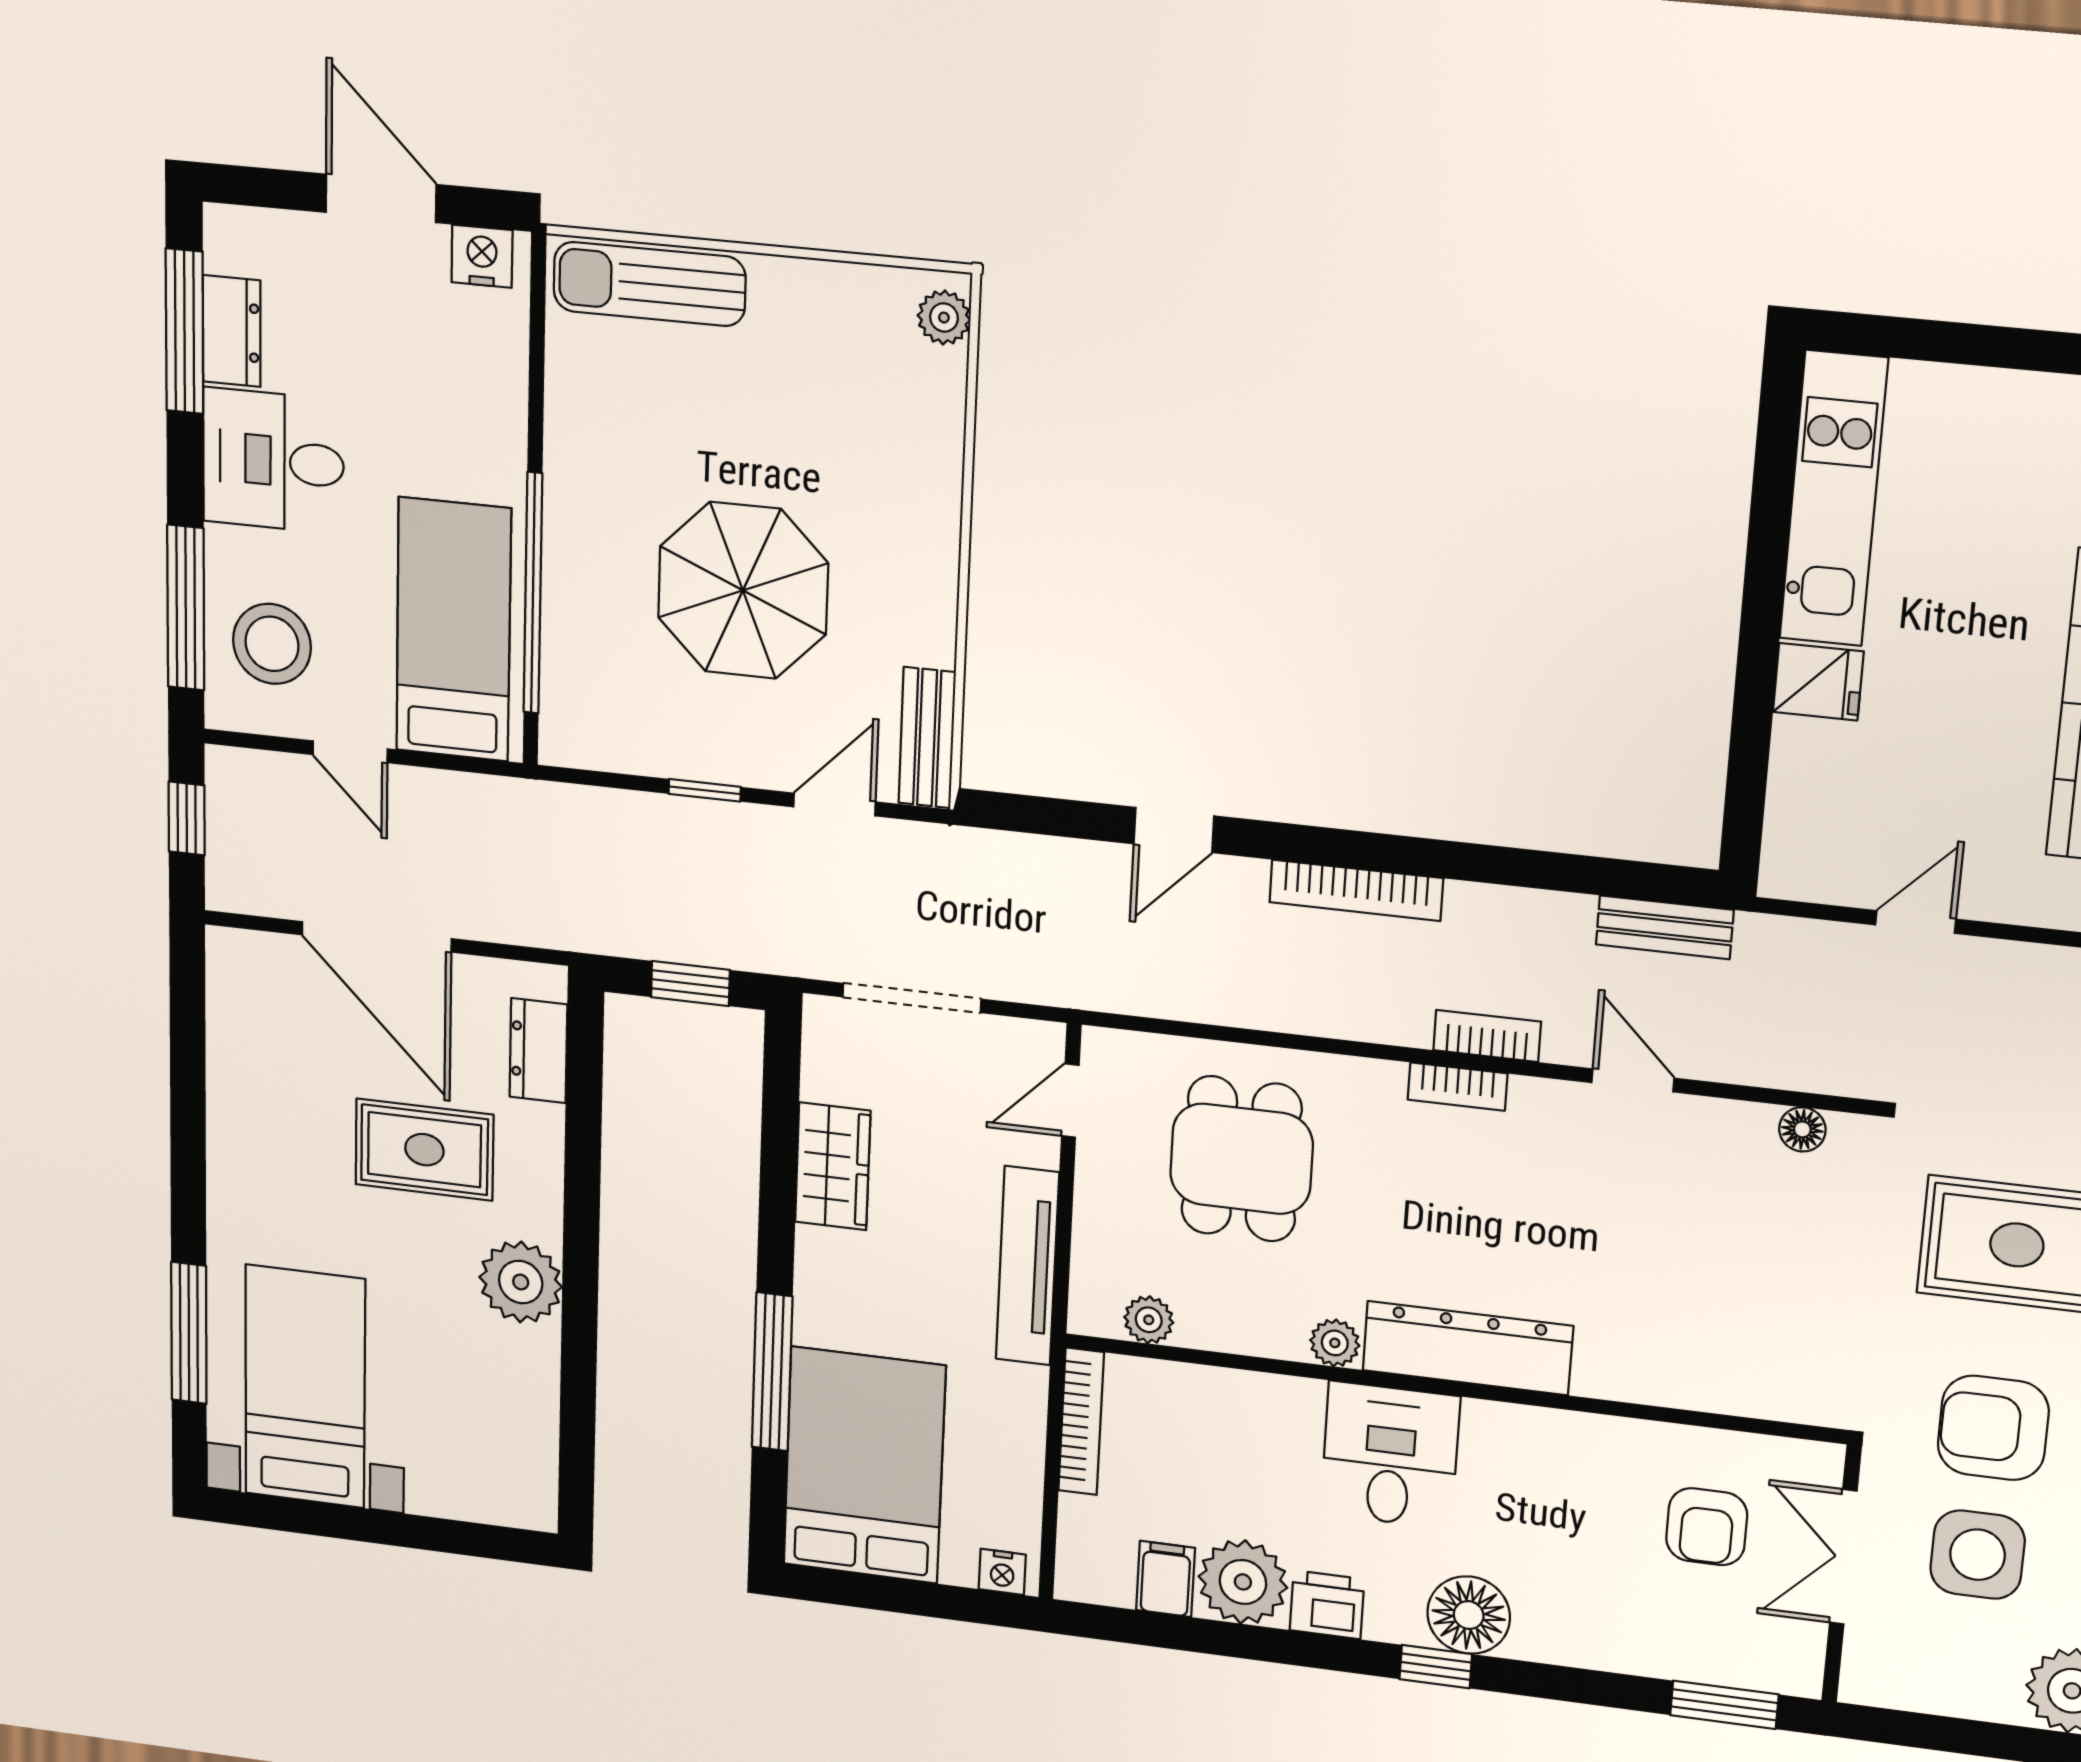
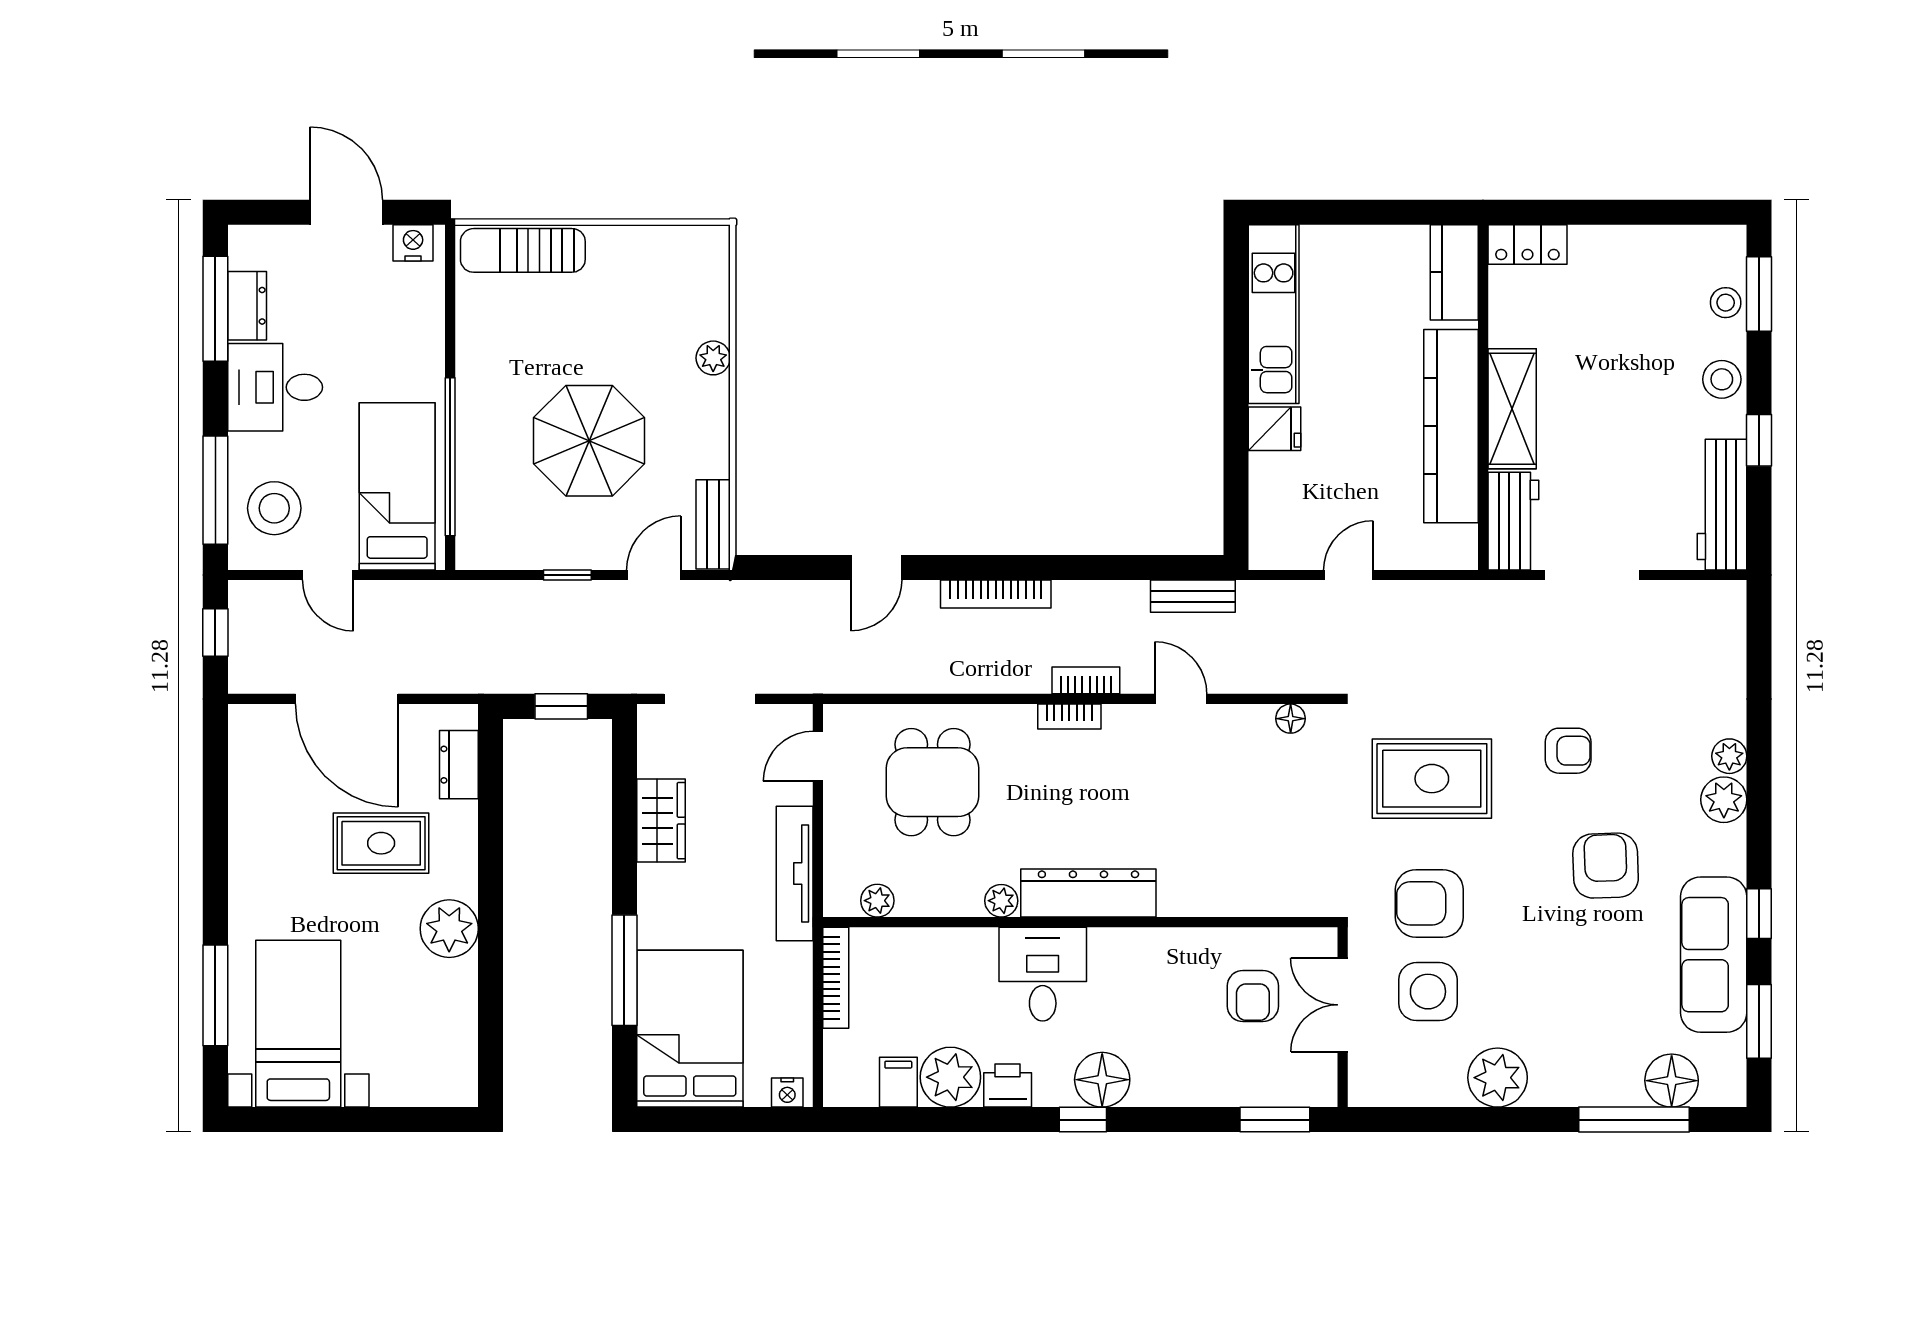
plant: (944, 318) -> (713, 358), moved

